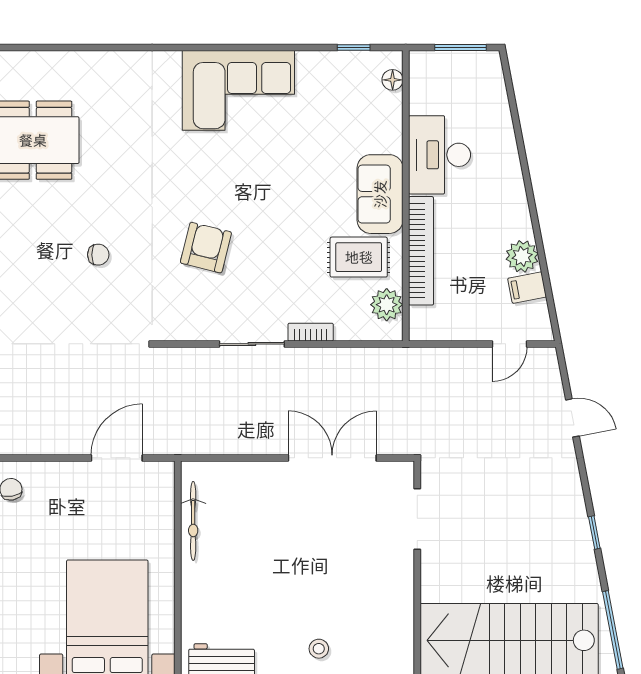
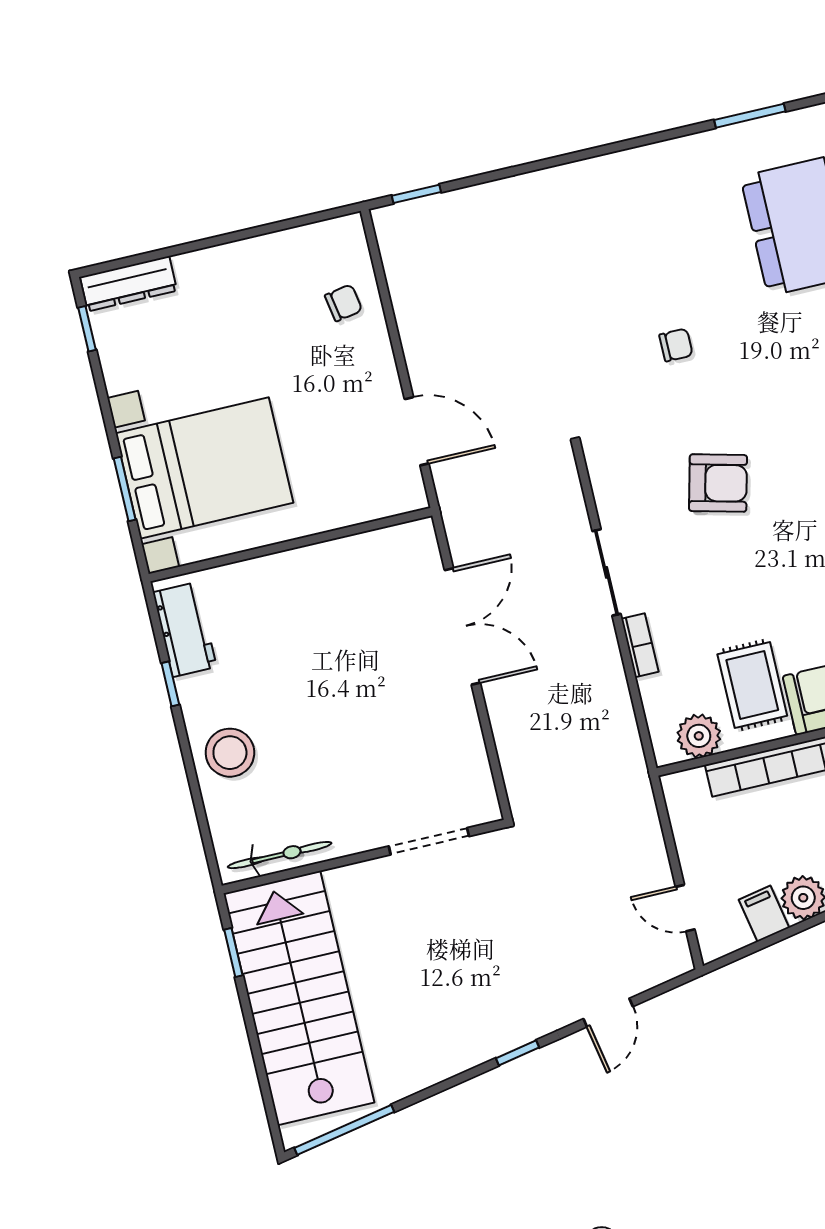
chair: (98, 255) -> (676, 345), turned -90
double door: (332, 458) -> (462, 626), moved
bicycle: (193, 521) -> (280, 855), moved, turned 180
window: (594, 533) -> (517, 1053), moved
stool: (319, 649) -> (230, 753), width x1.89, depth x1.89

